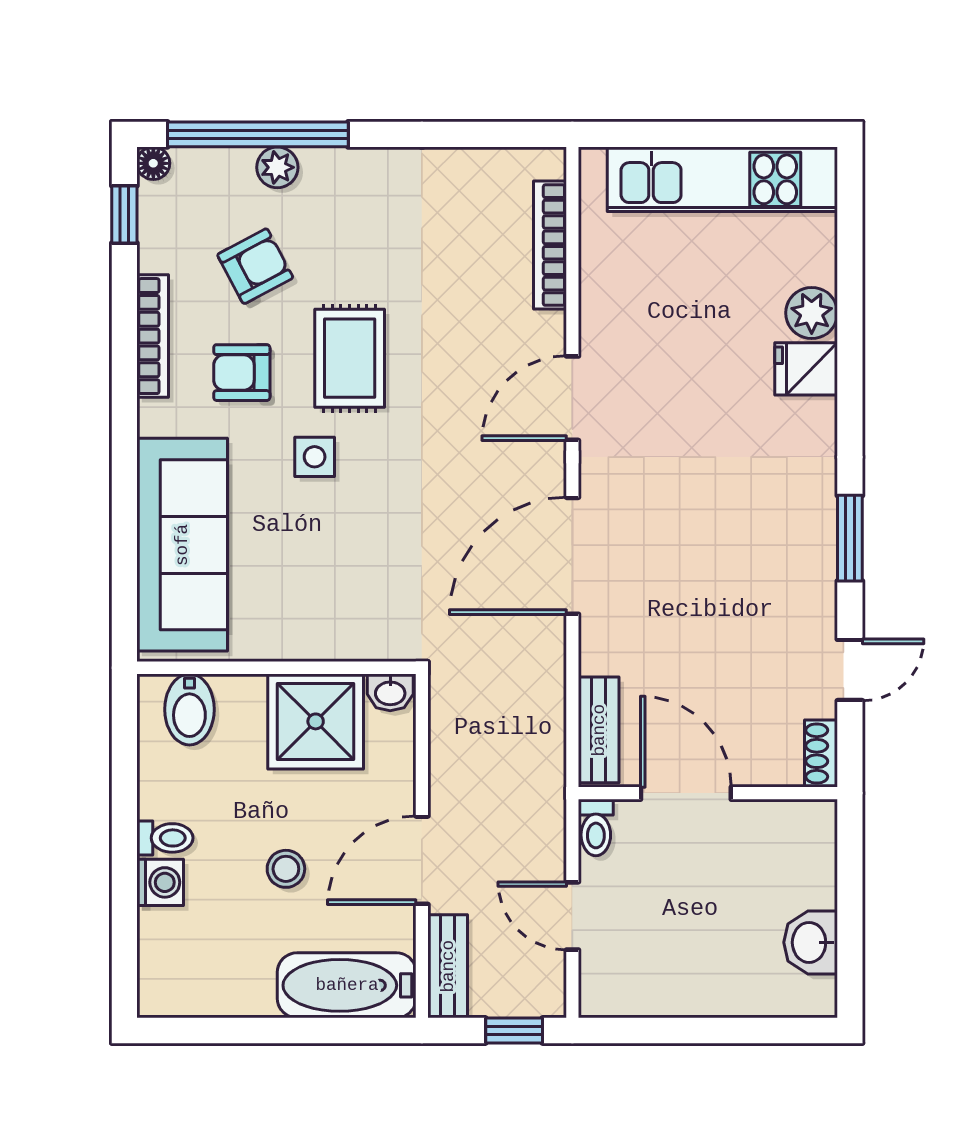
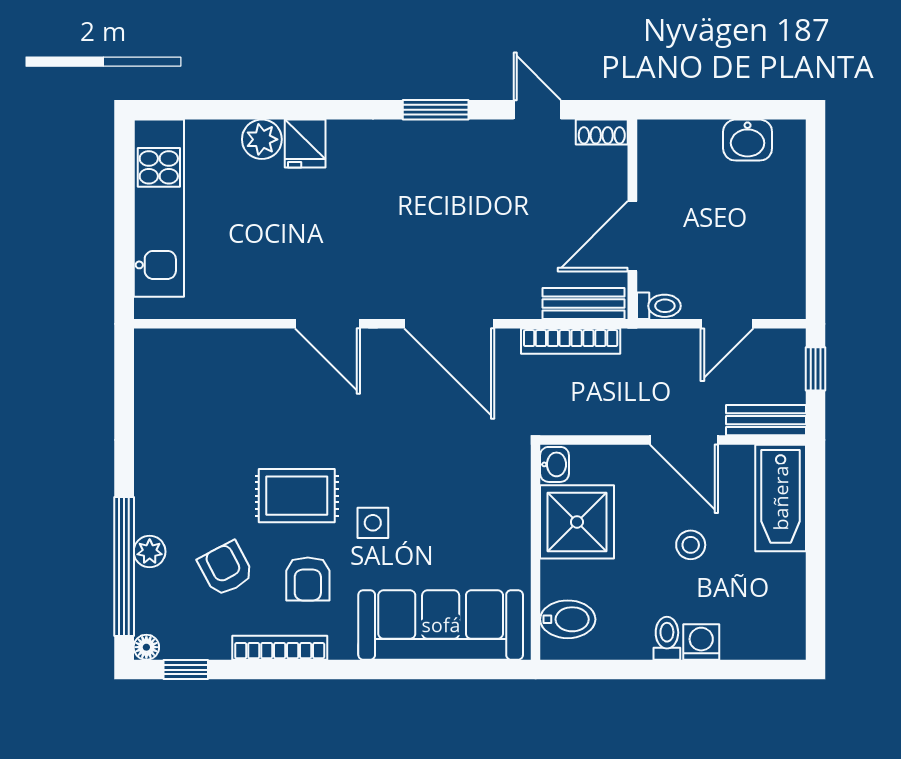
bookcase: (550, 245) -> (571, 341), moved

